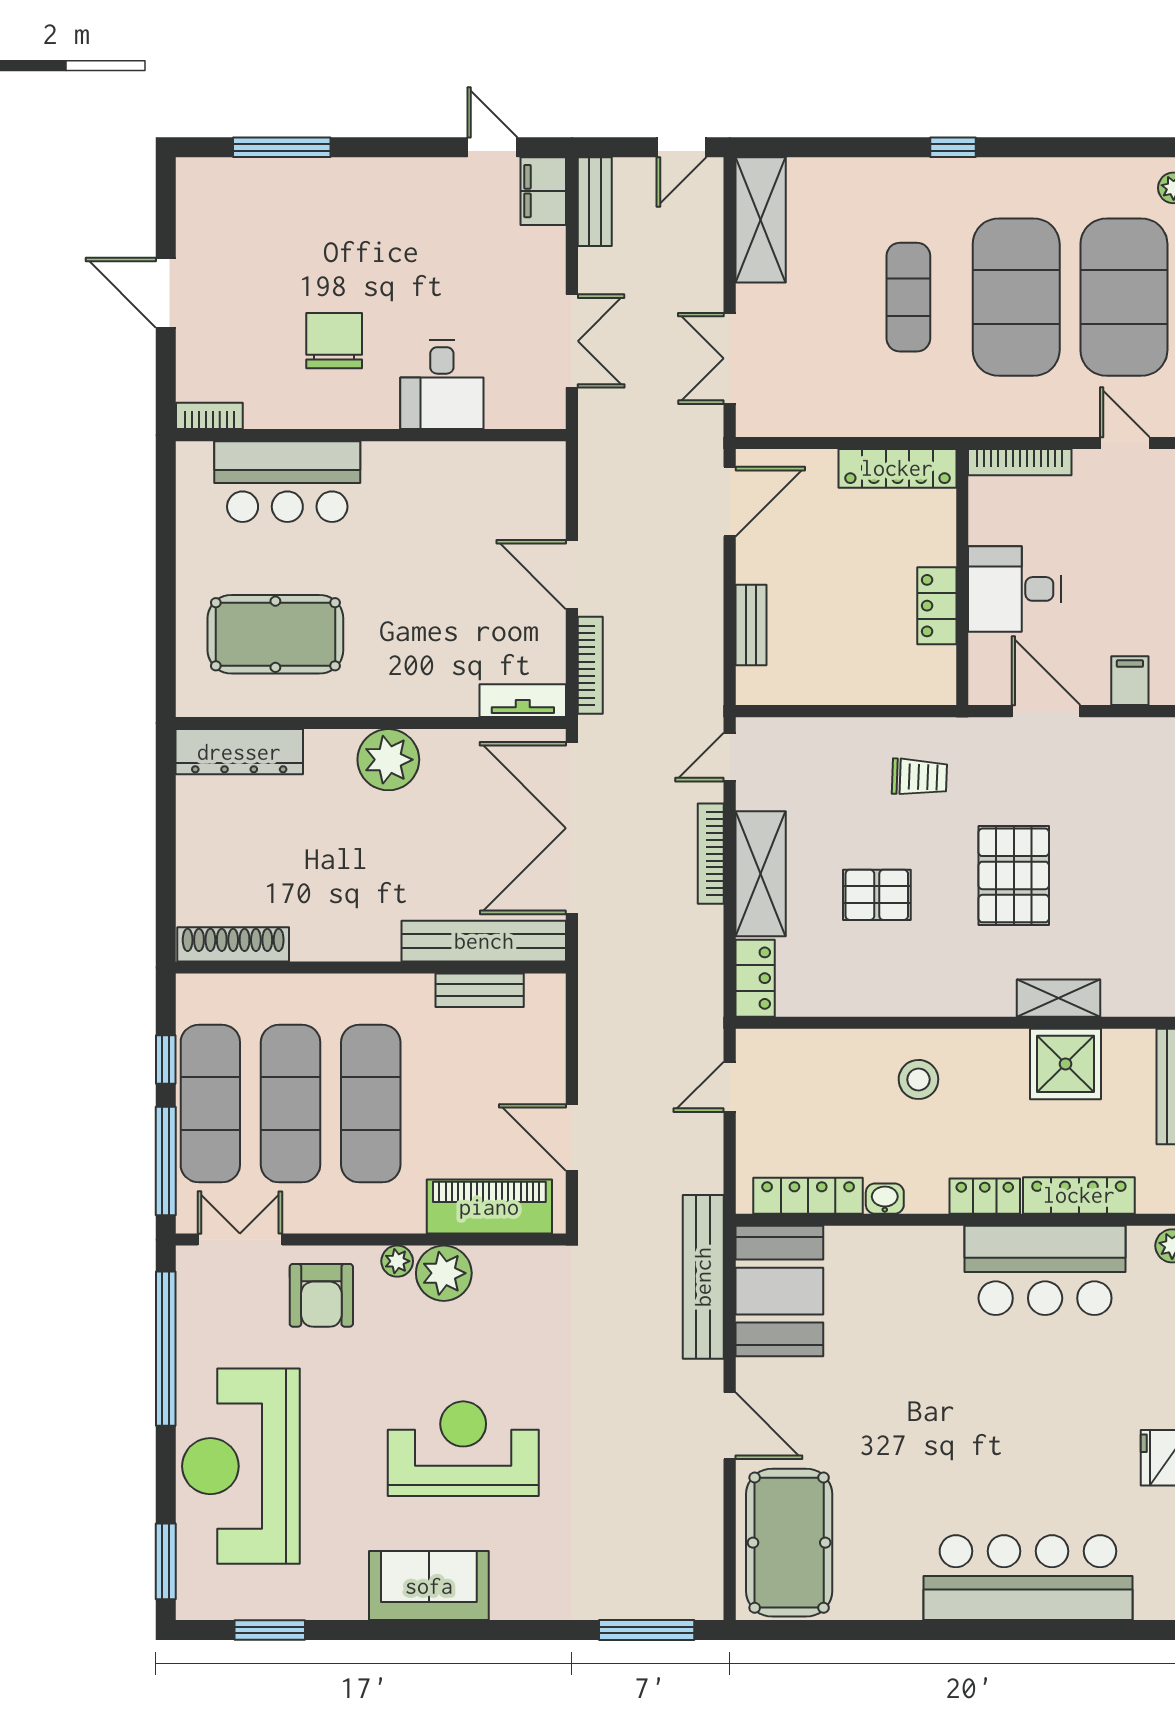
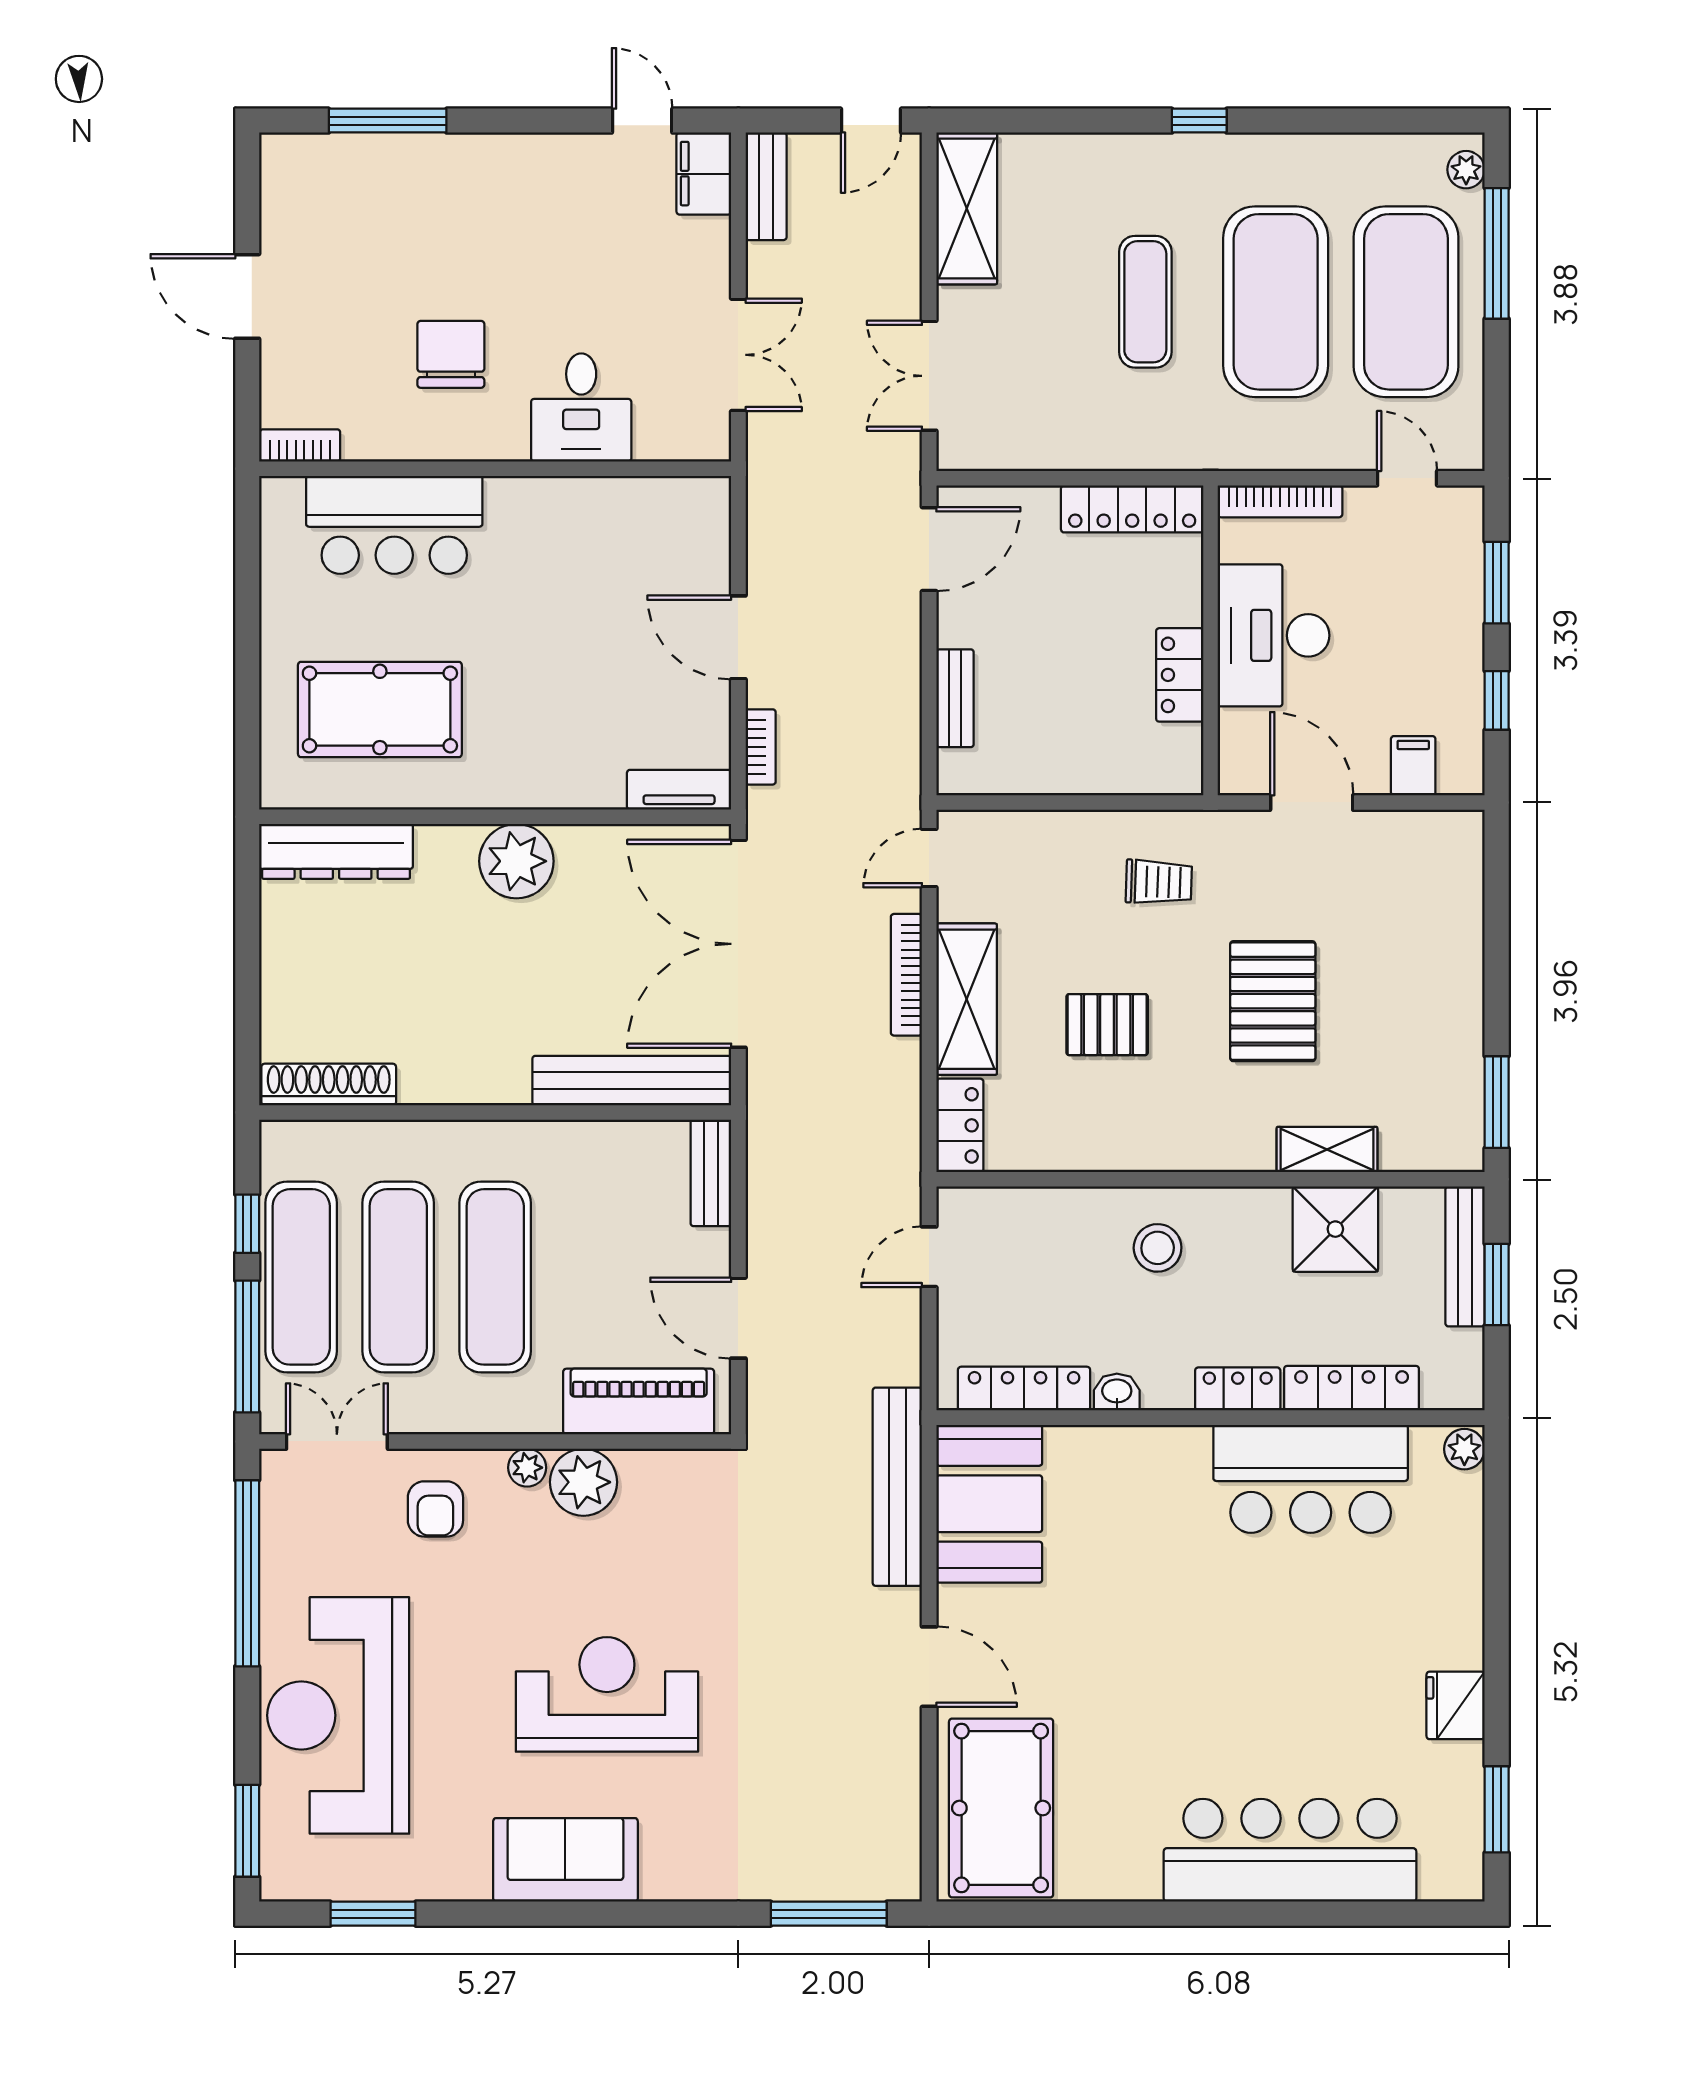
desk: (1014, 589) -> (1273, 635), width x1.37
bookcase: (590, 665) -> (761, 747), width x0.64
bench: (480, 990) -> (711, 1173), moved, turned 90
armchair: (321, 1295) -> (435, 1509), width x0.72, depth x0.72

